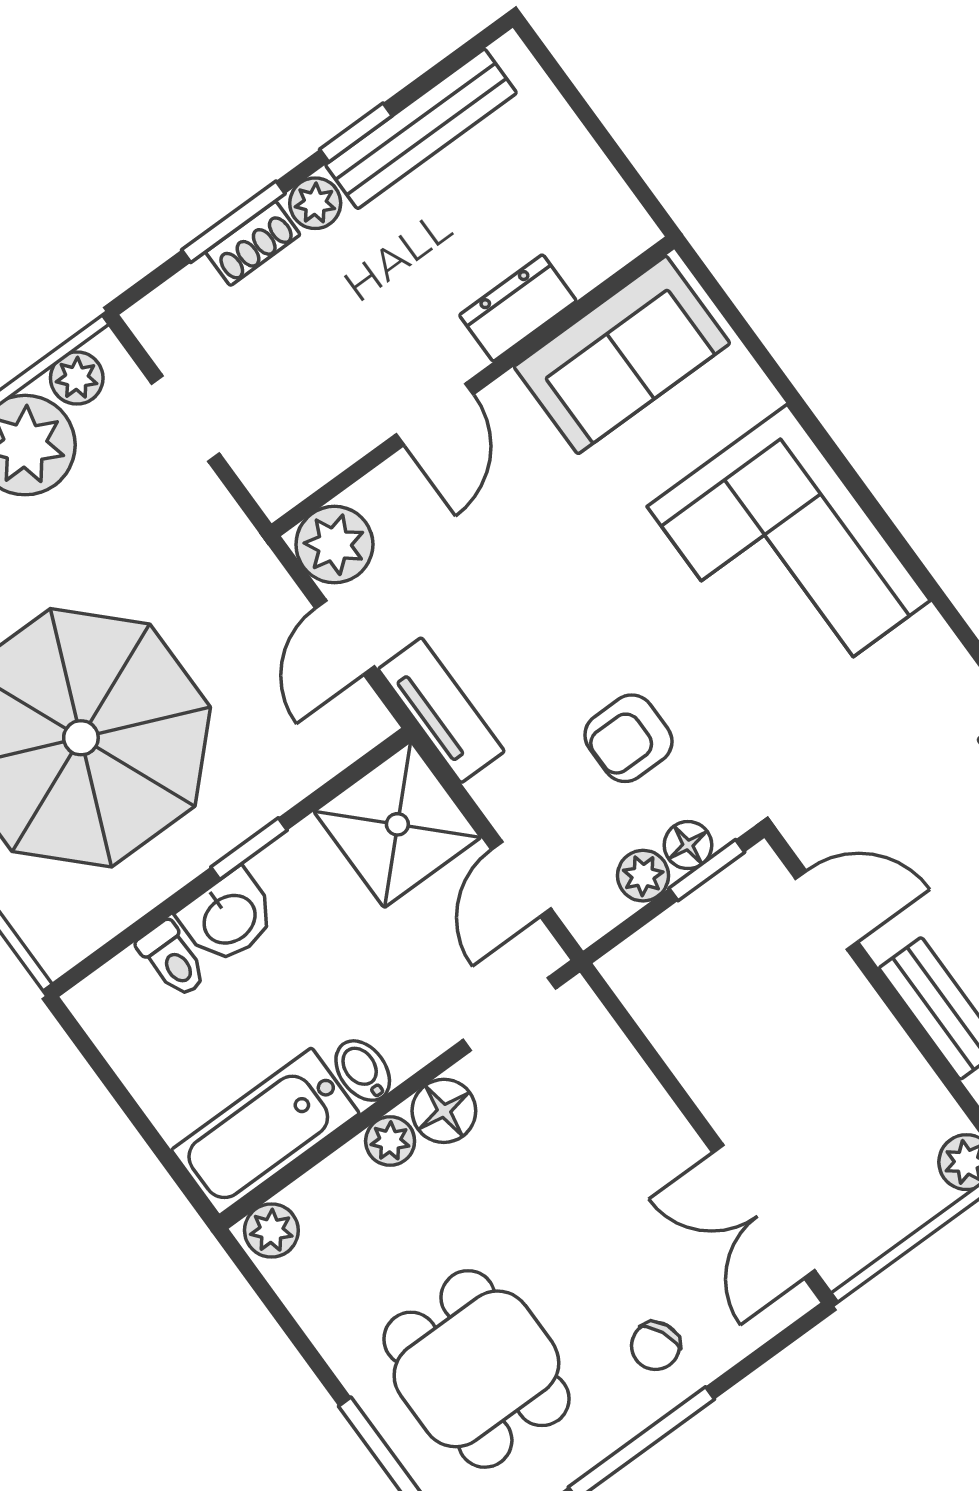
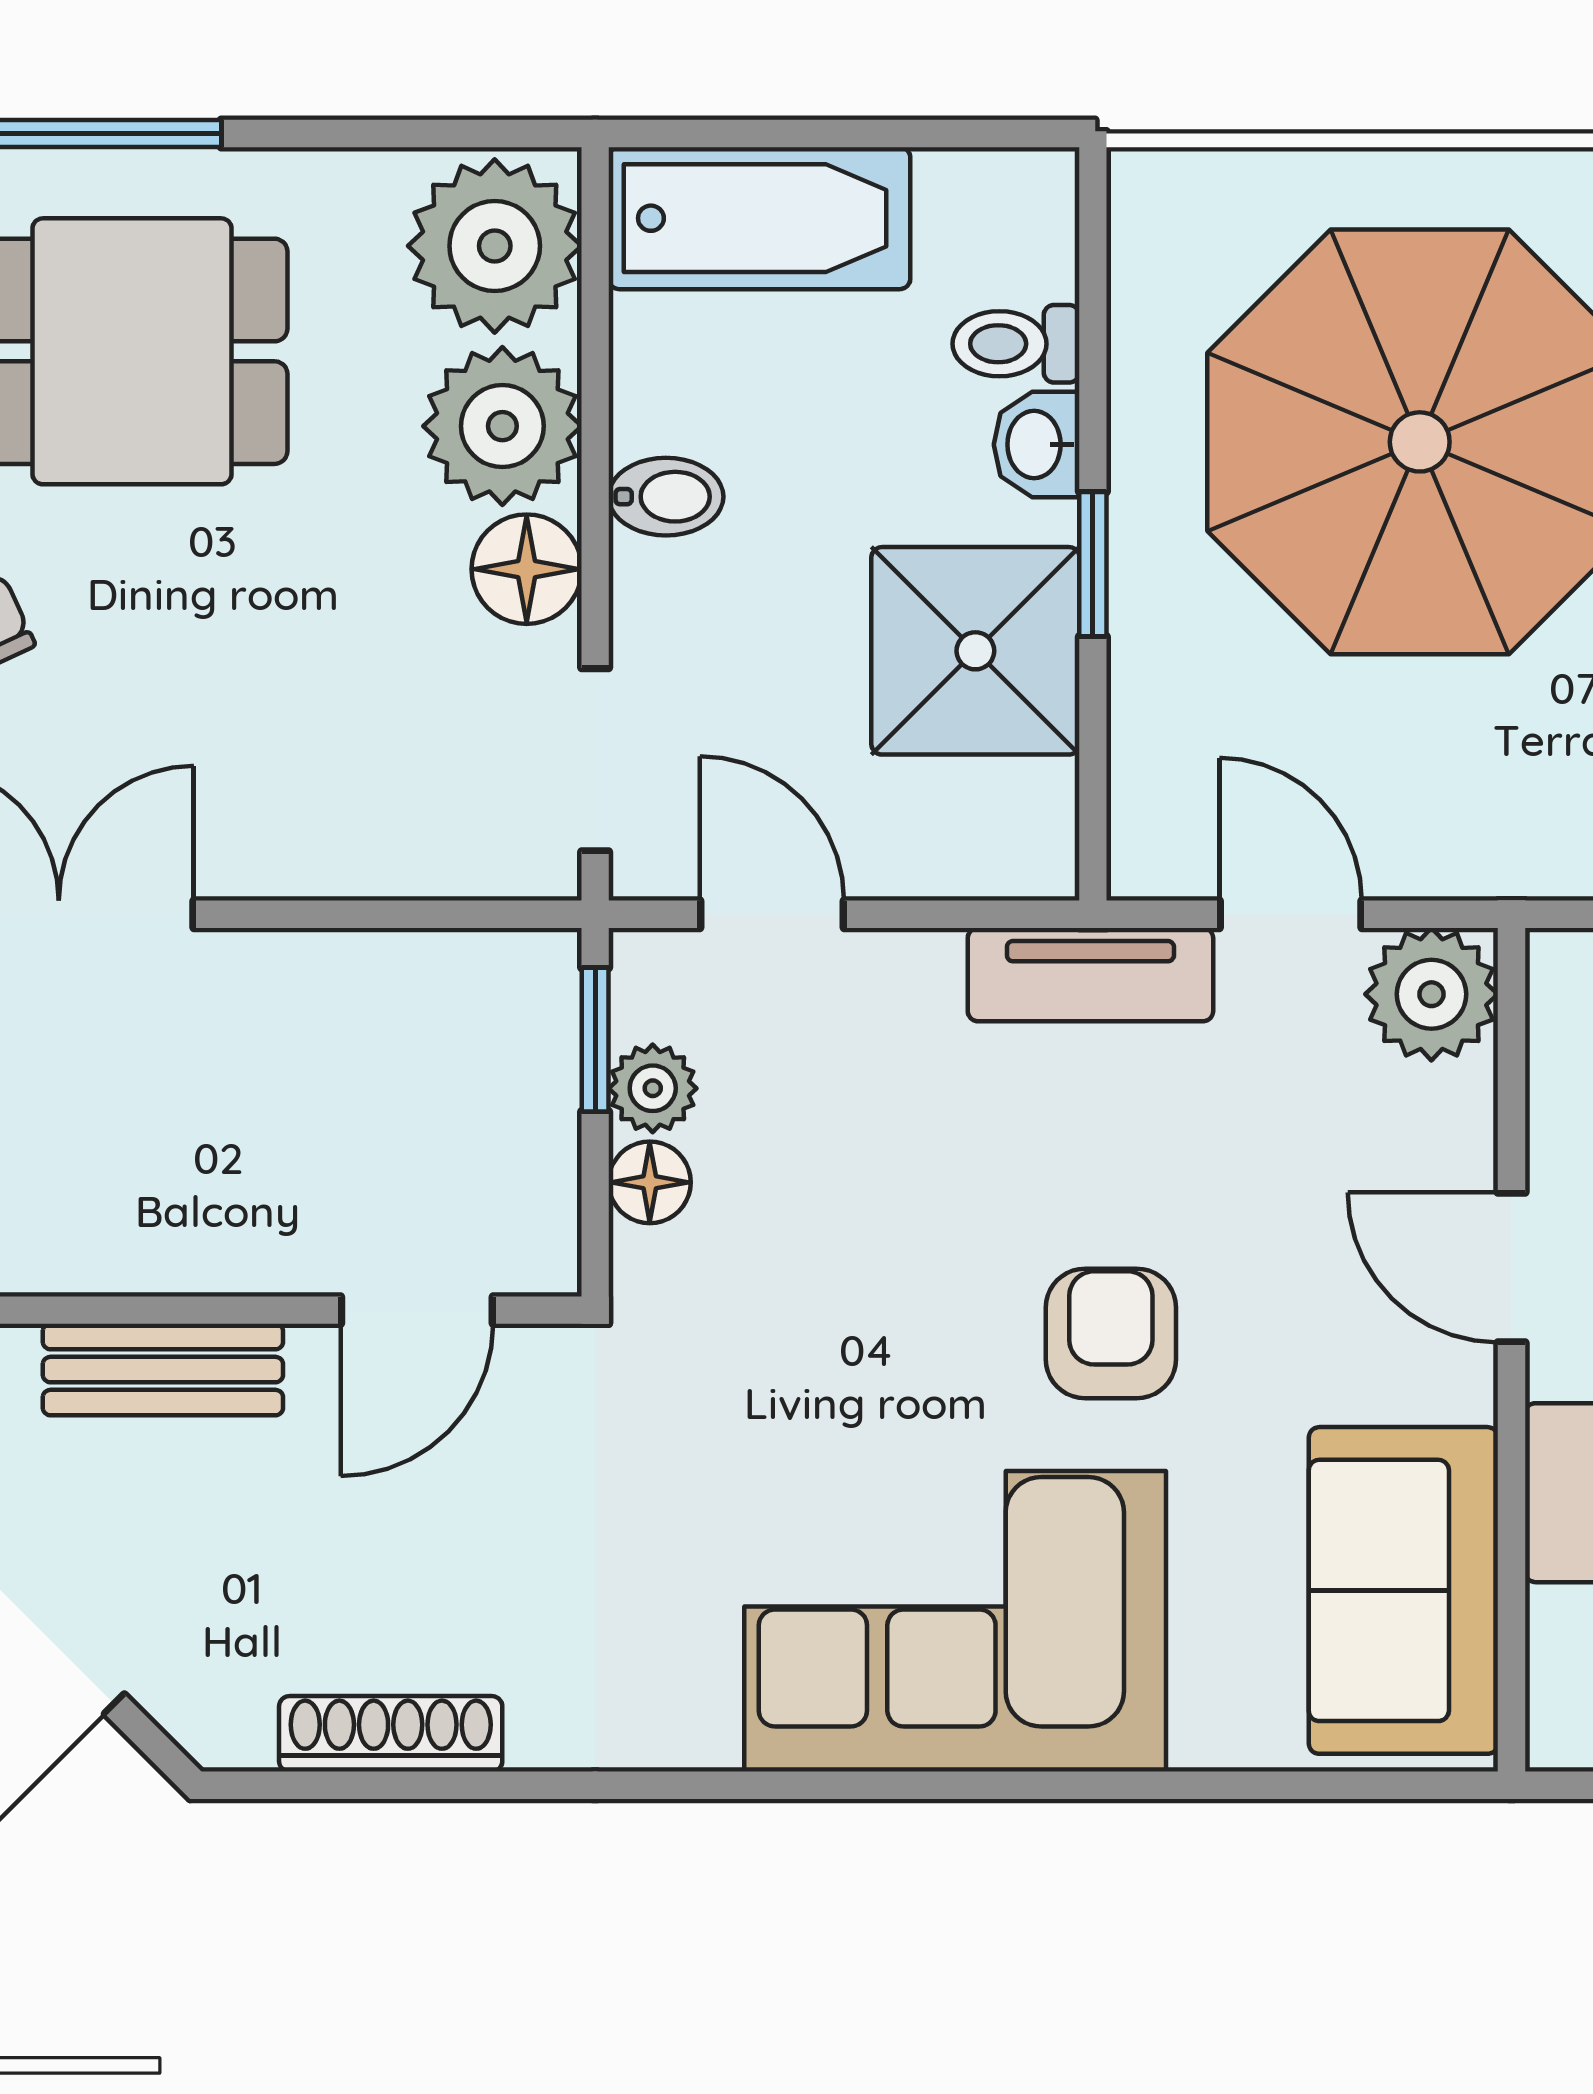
armchair: (628, 738) -> (1111, 1333), moved
shower: (397, 824) -> (975, 651), moved
window: (707, 870) -> (595, 1040), moved
washbasin: (228, 918) -> (1037, 445), width x0.72, depth x0.69
bathtub: (265, 1132) -> (759, 218), moved, turned 90
plant: (390, 1141) -> (502, 426), width x1.88, depth x1.88
plant: (271, 1231) -> (495, 246), width x1.88, depth x1.88

